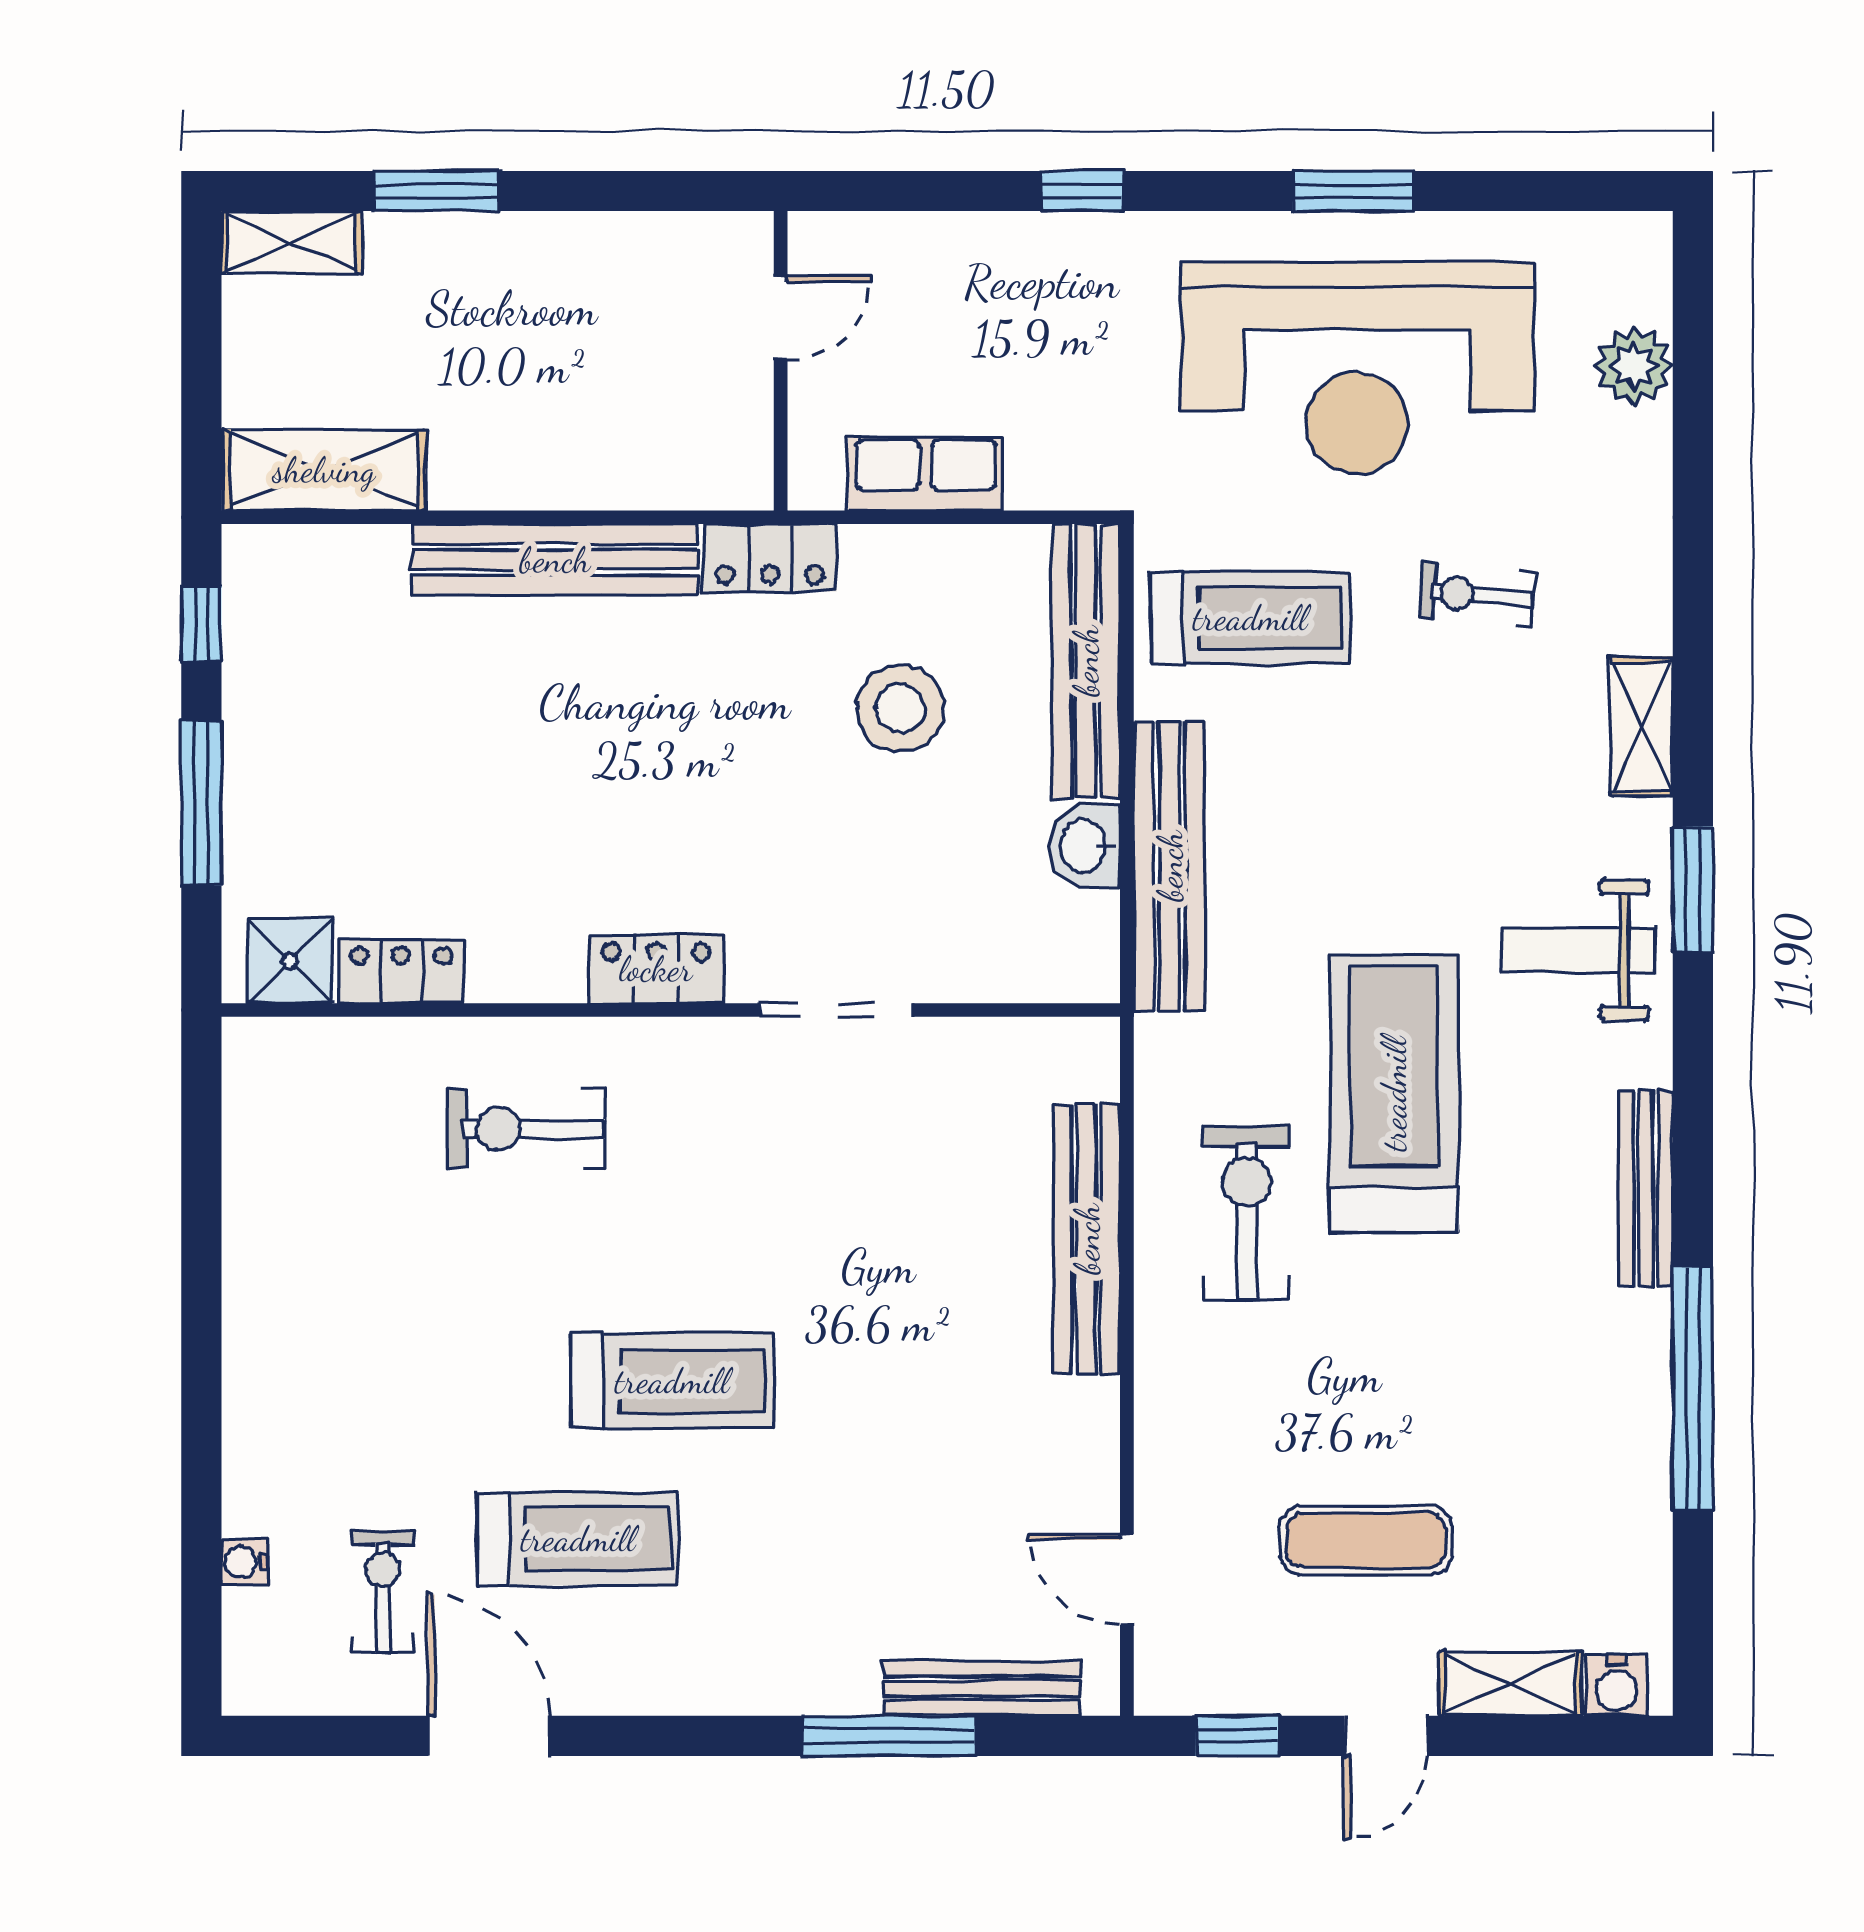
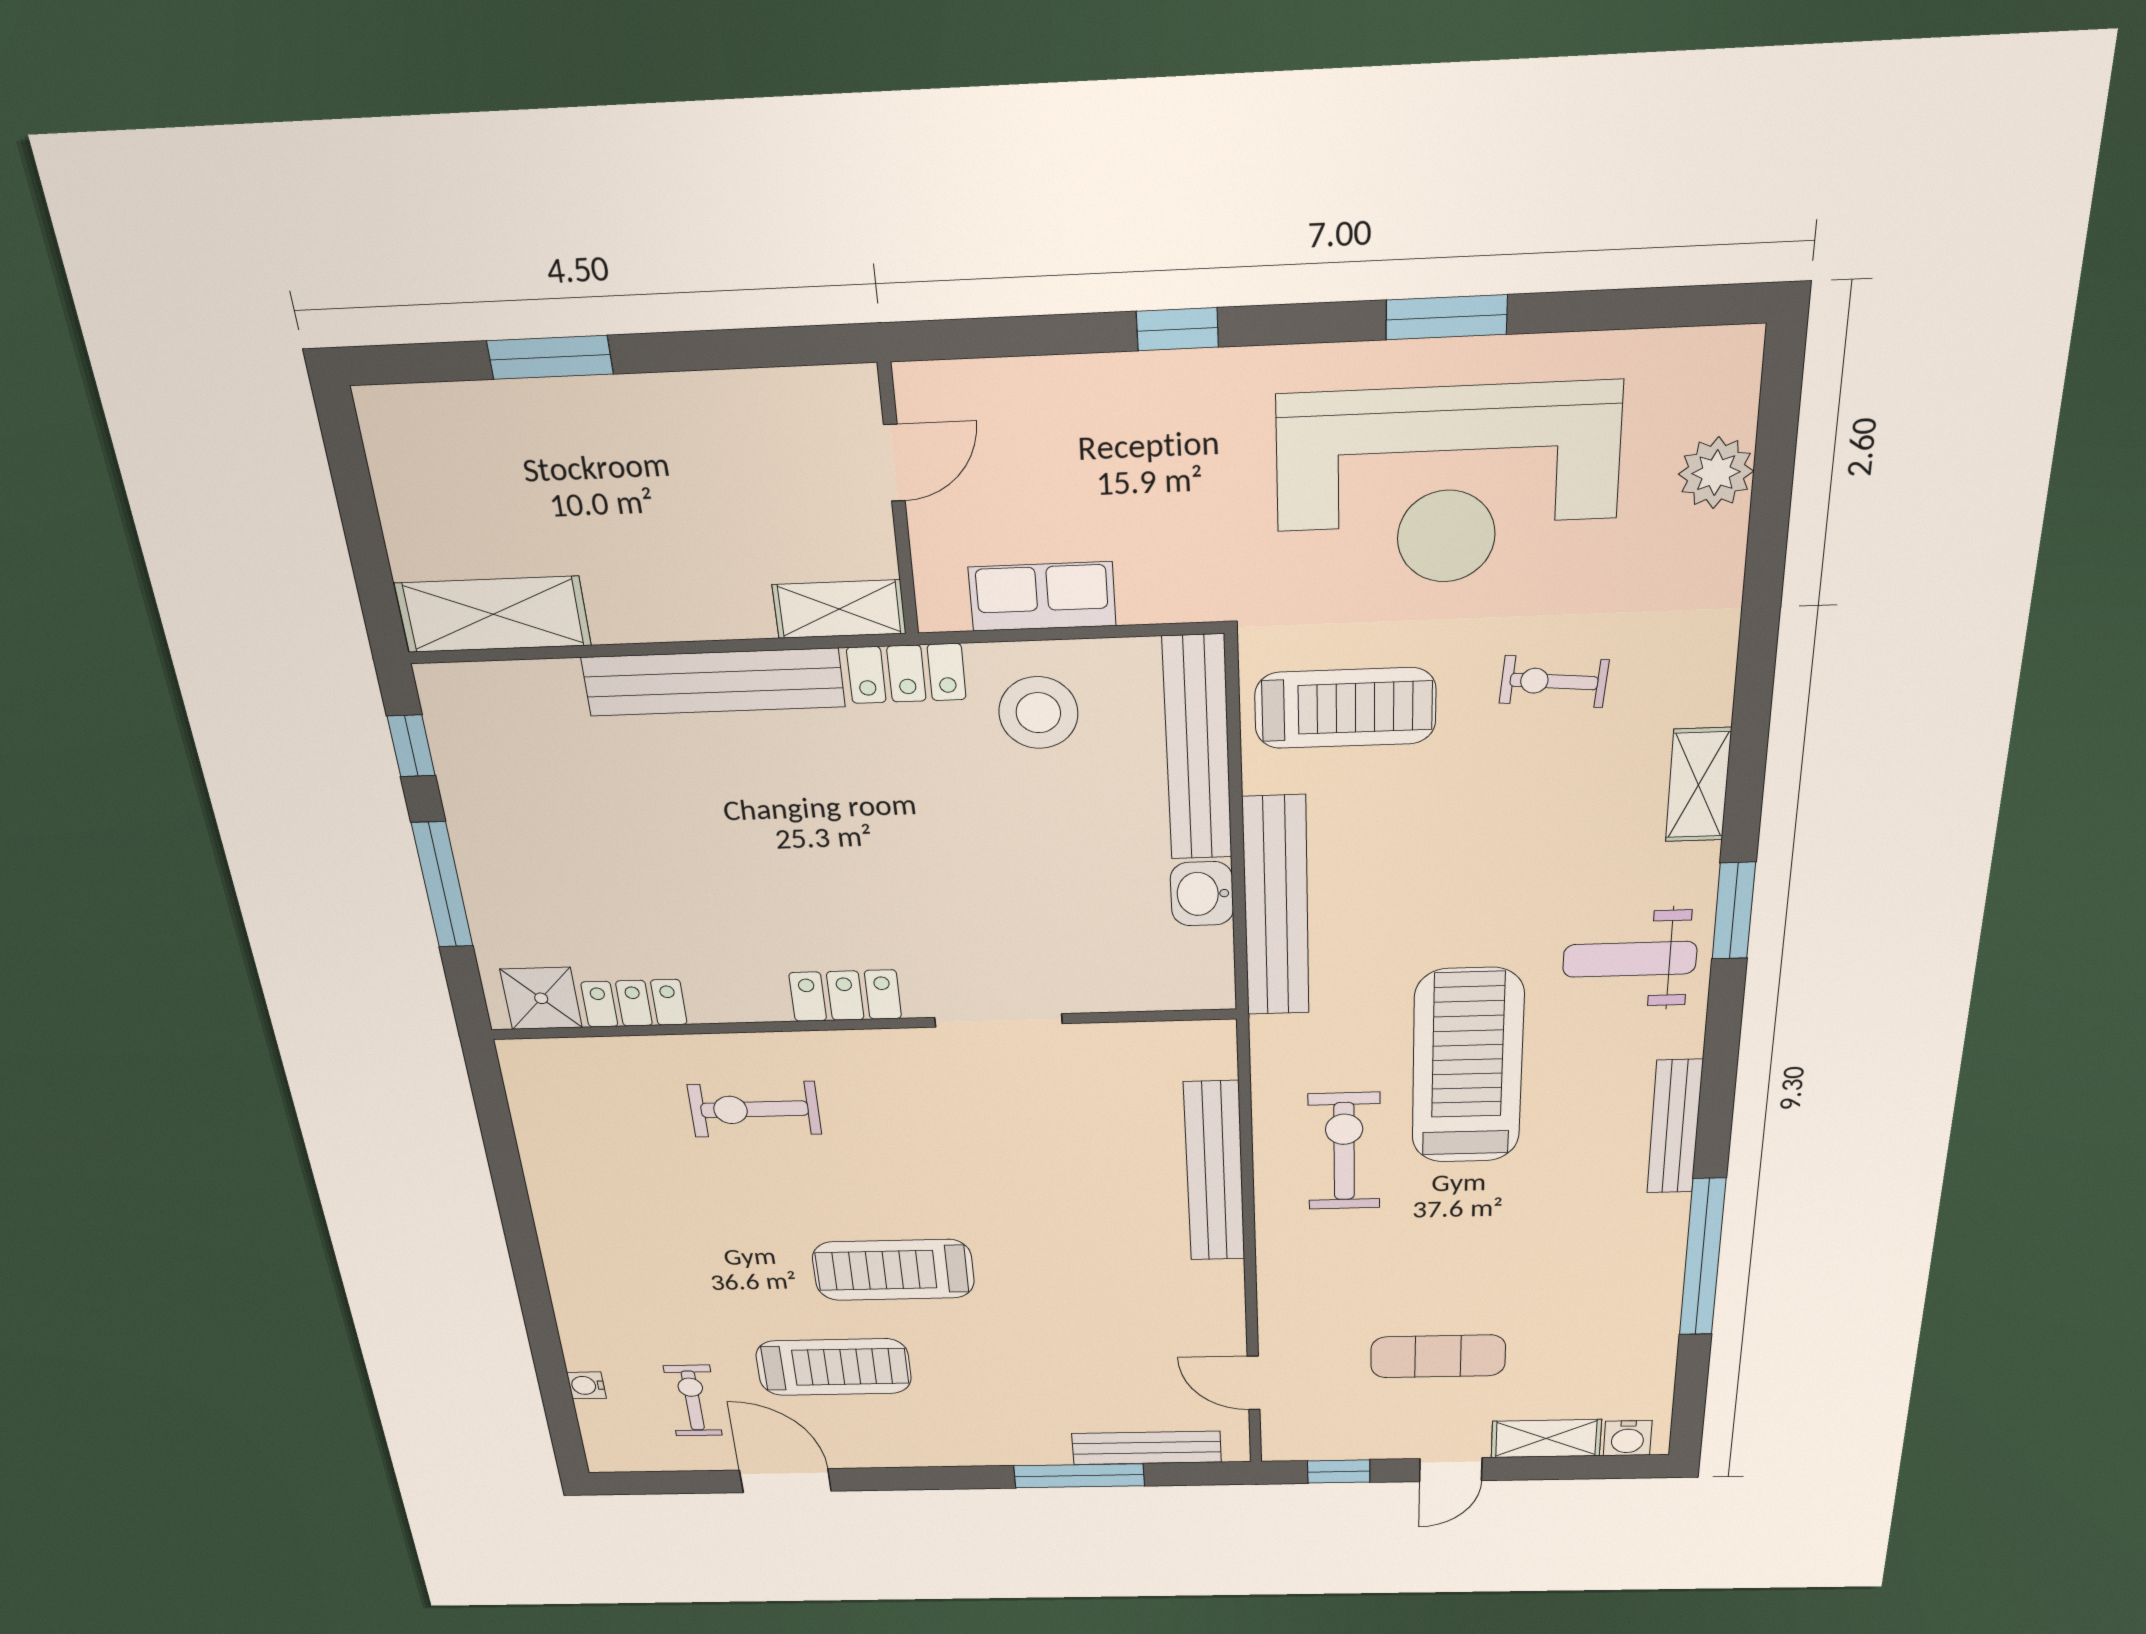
shelving: (291, 242) -> (839, 609), moved
stool: (900, 708) -> (1038, 713), moved
treadmill: (672, 1381) -> (893, 1270), turned 180

